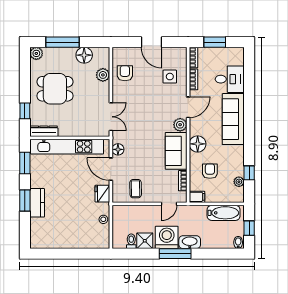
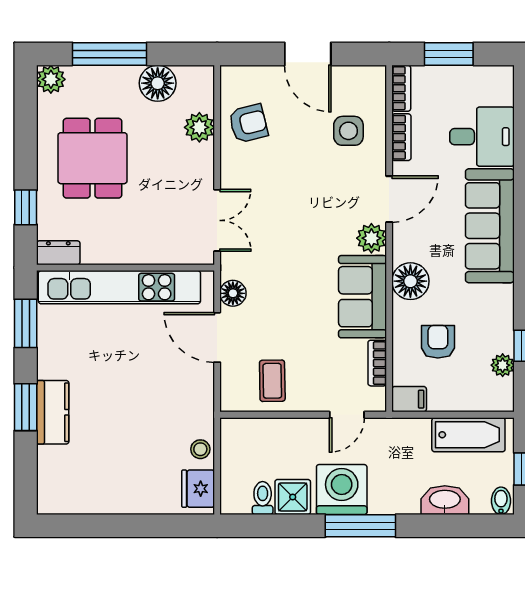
armchair: (125, 73) -> (248, 123), turned 76
dining table: (55, 89) -> (92, 158), turned 90
dresser: (44, 131) -> (58, 253), width x0.70
fridge: (102, 194) -> (198, 489), moved
washbasin: (190, 242) -> (445, 500), moved

